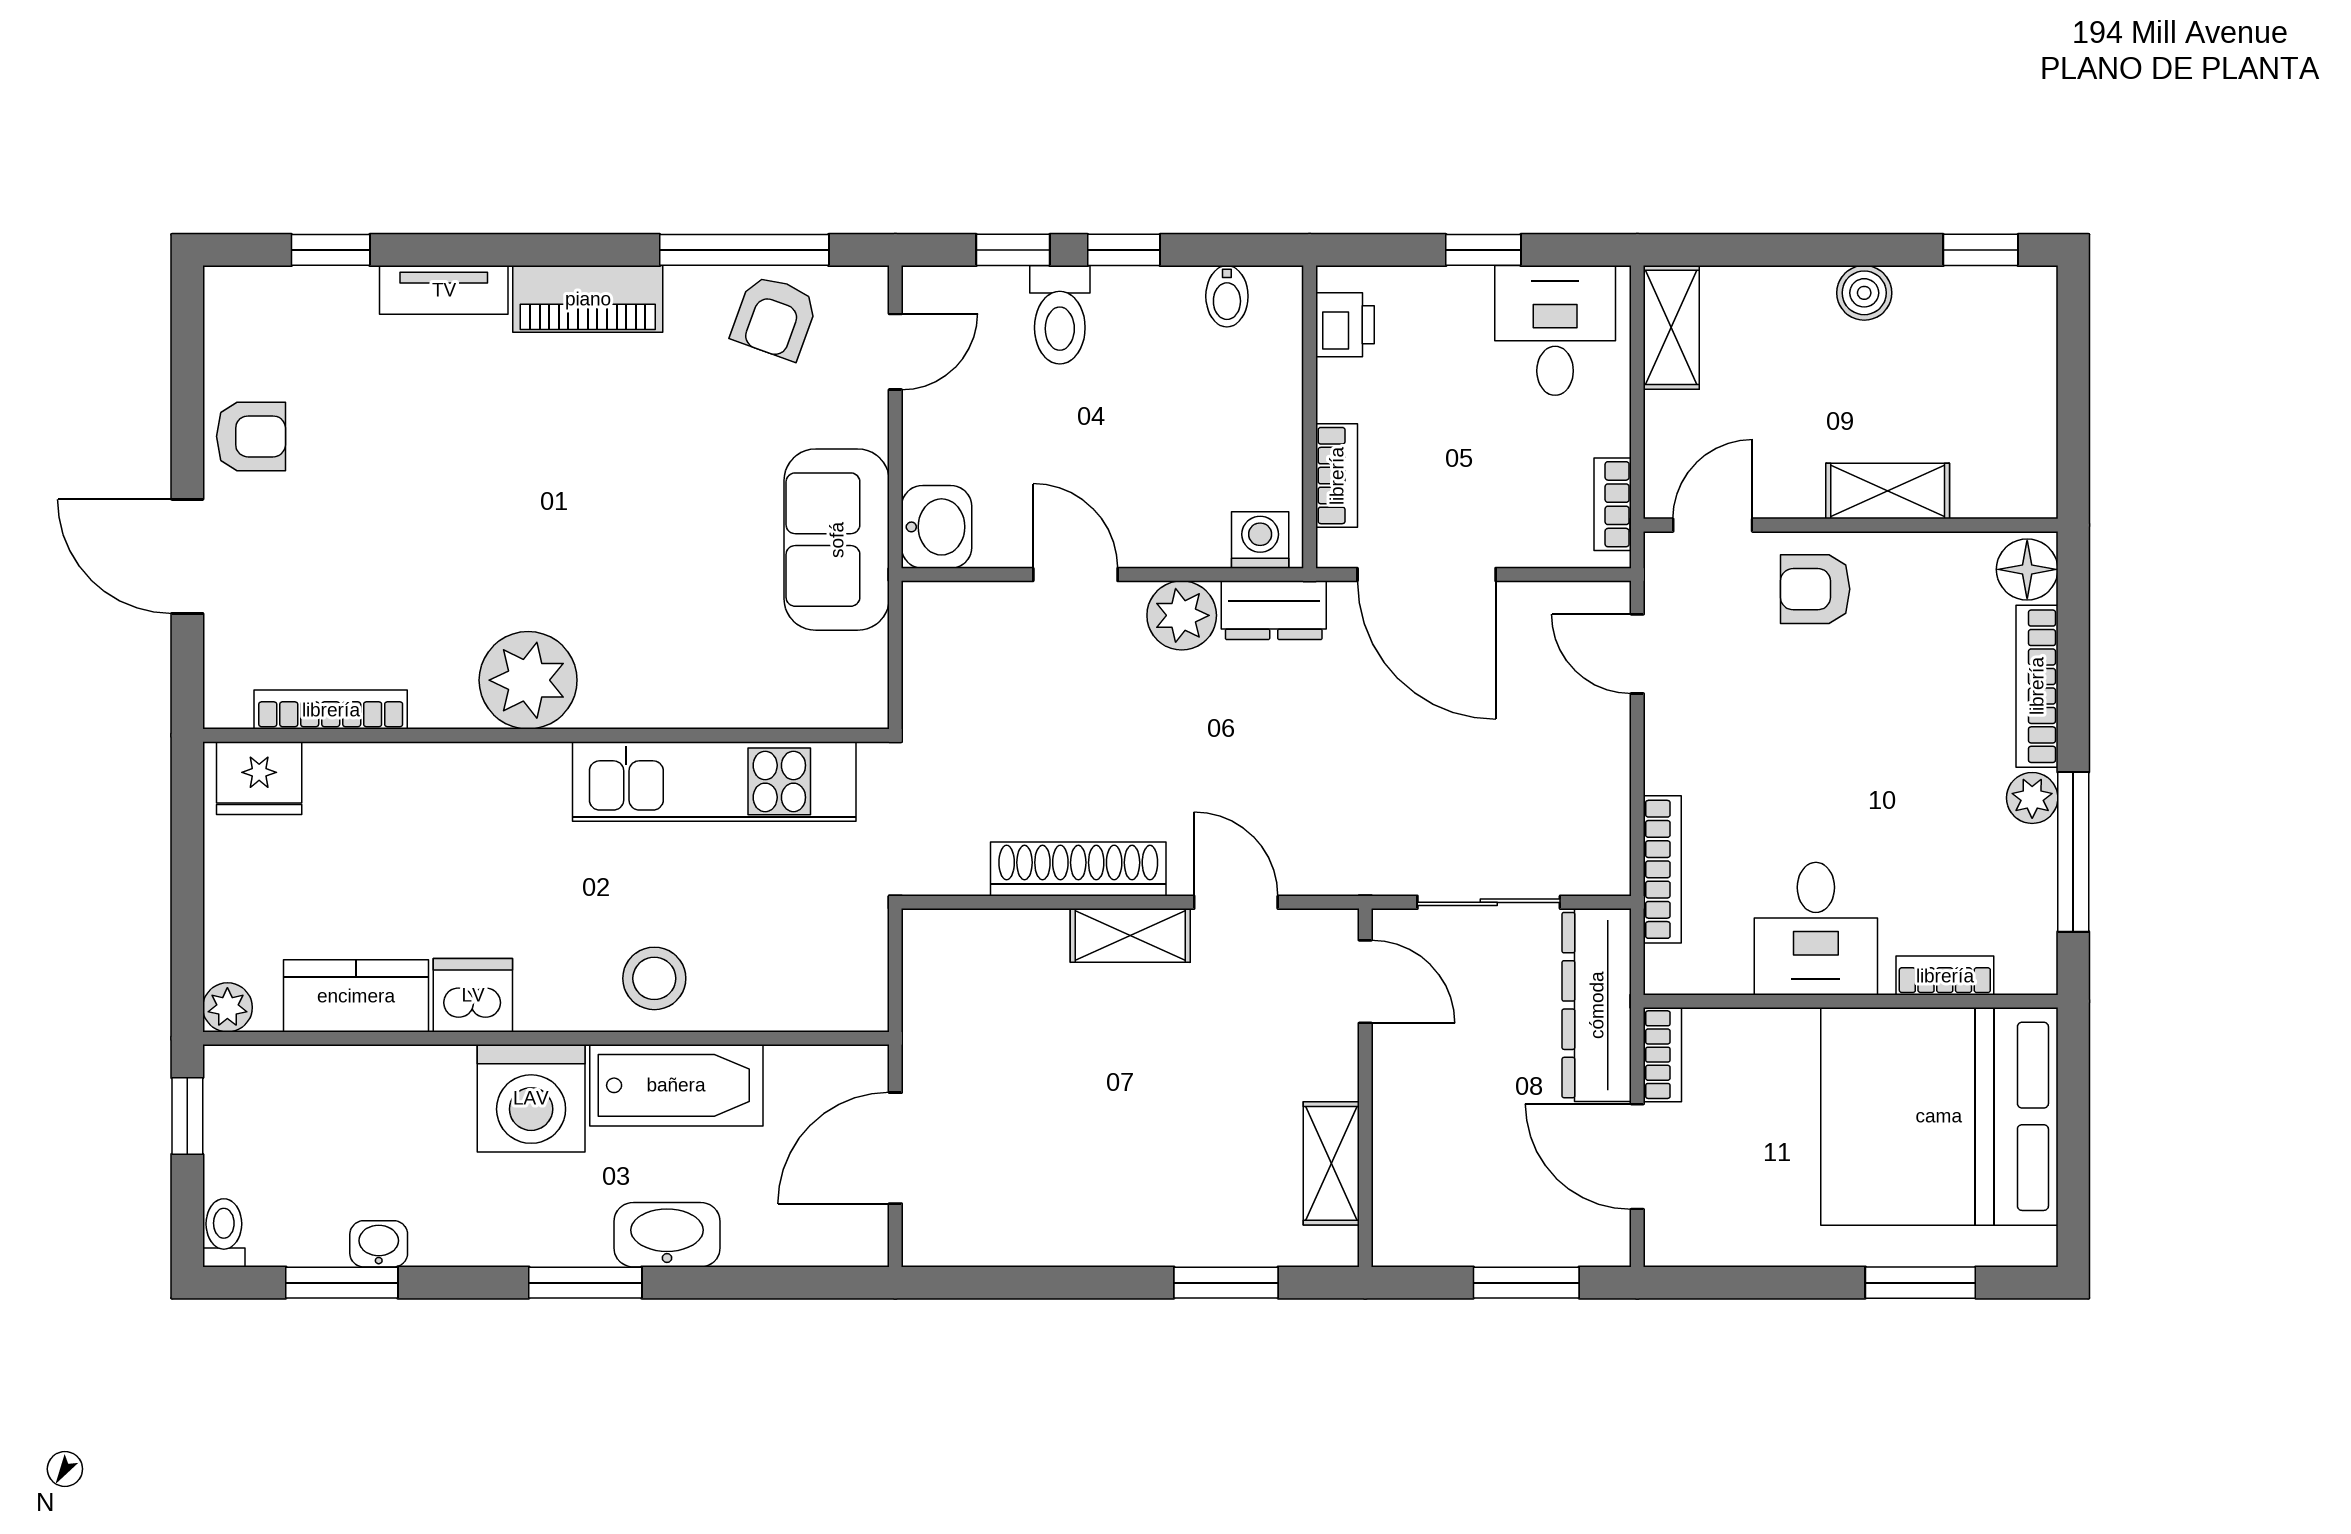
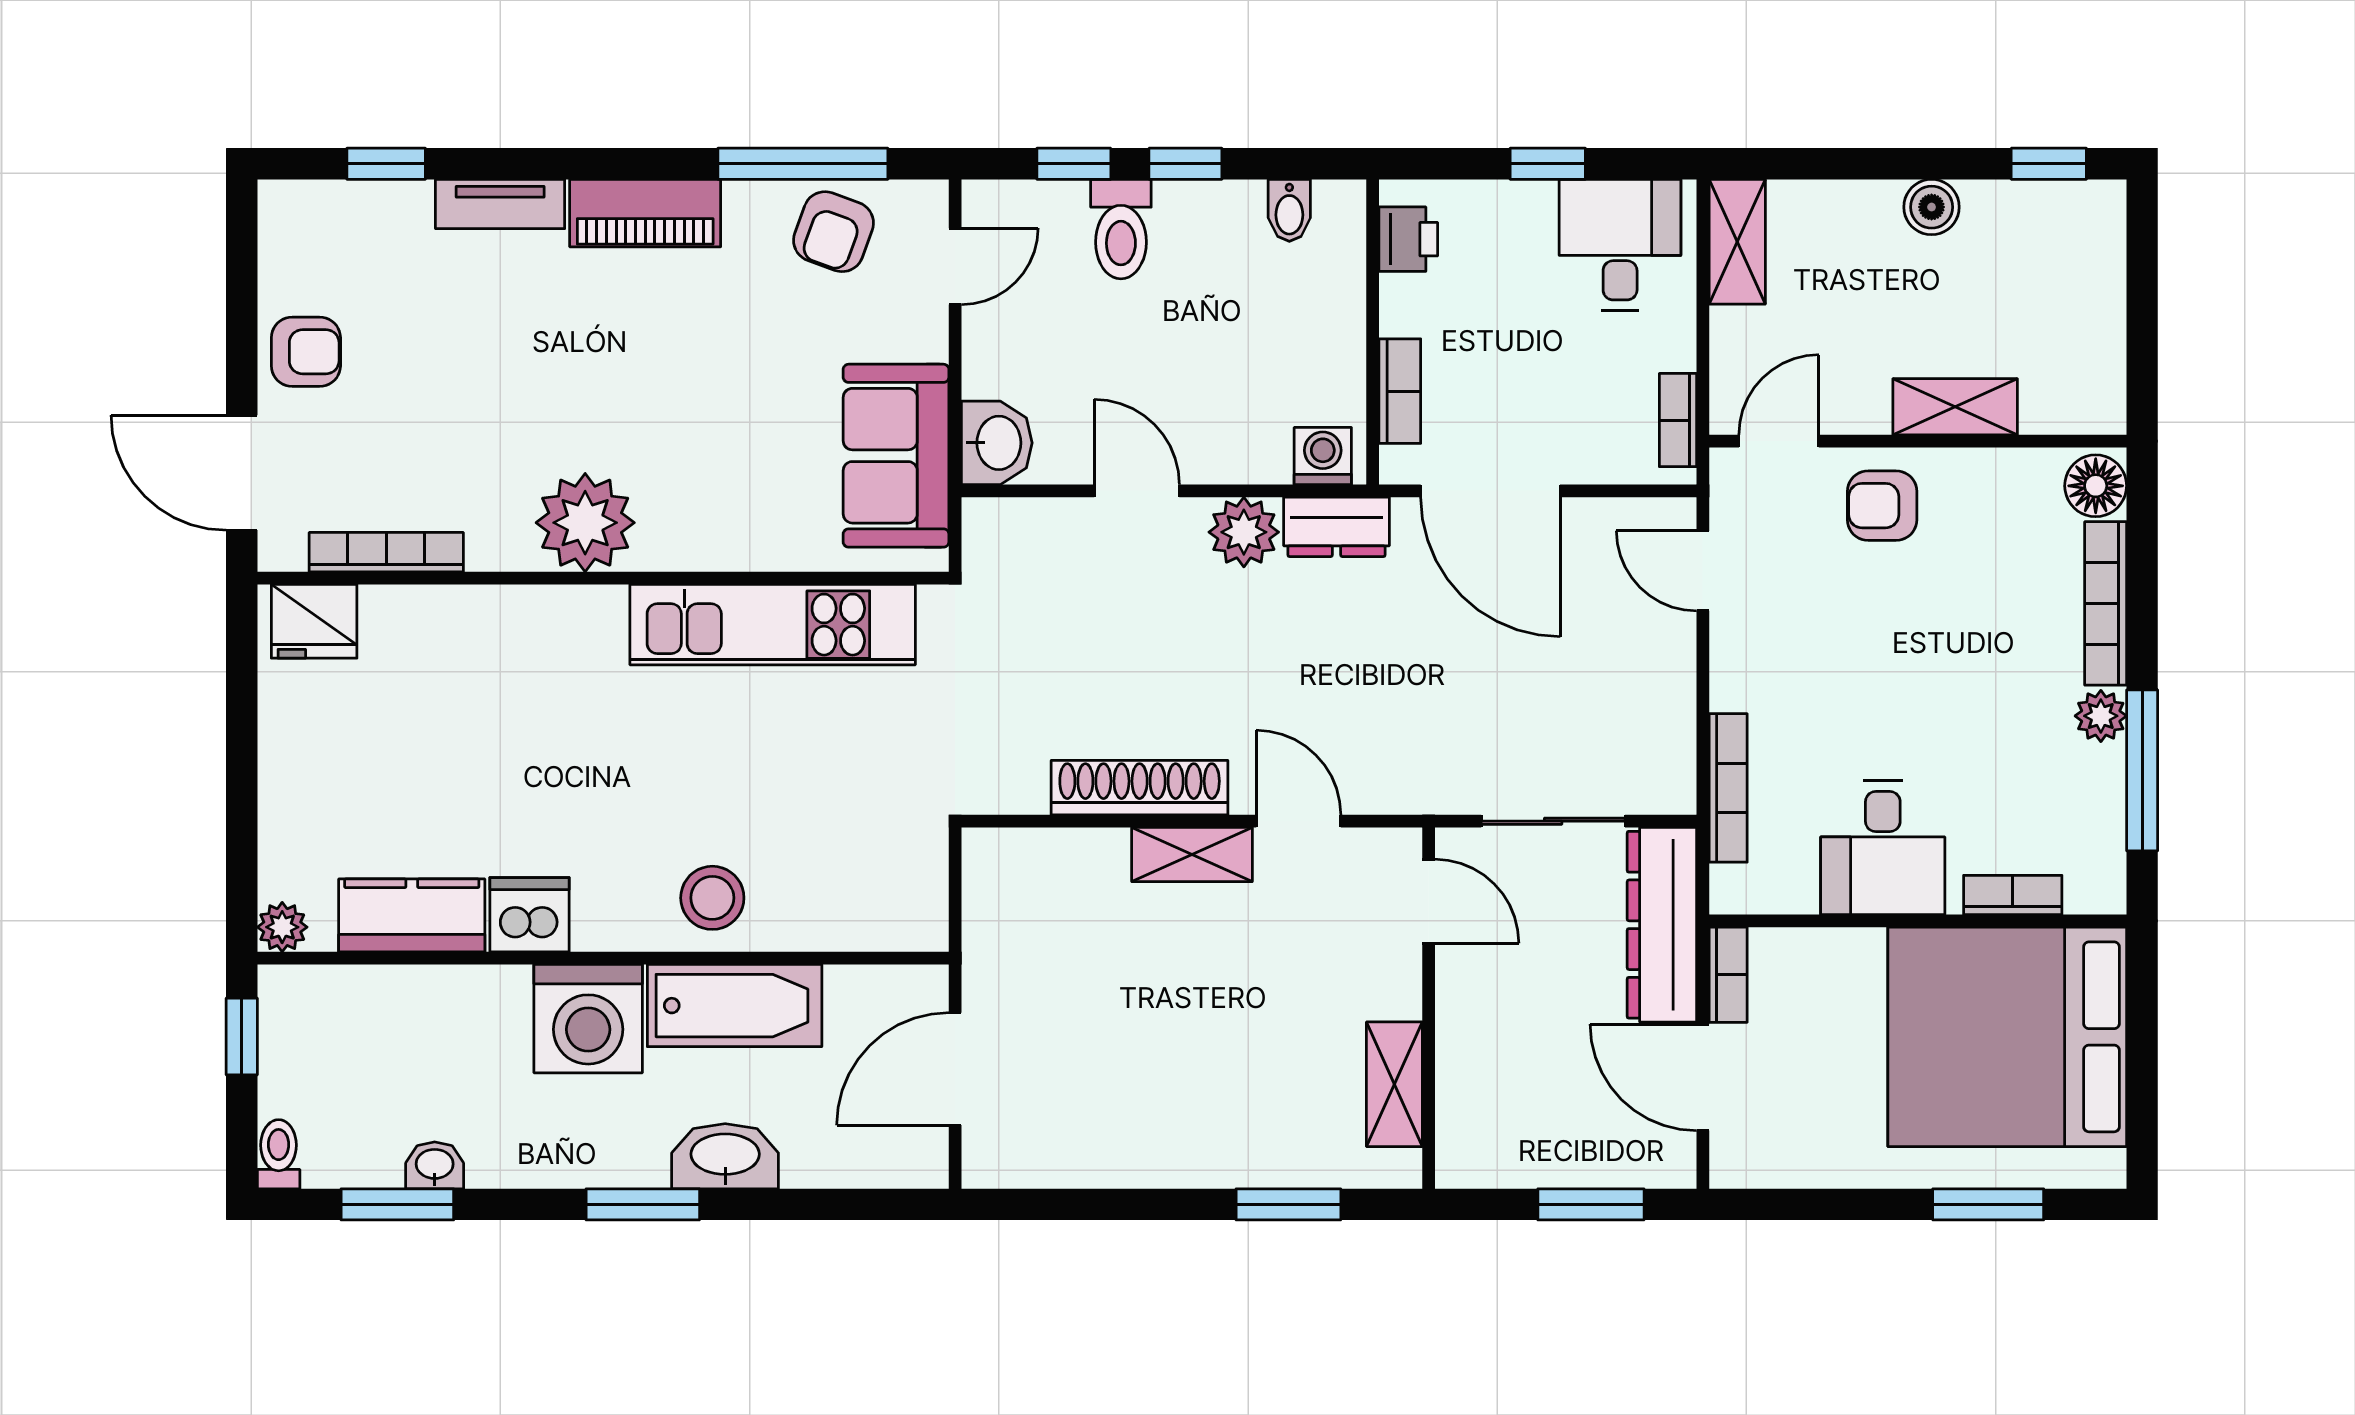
plant: (528, 680) -> (585, 523), moved
bookcase: (331, 710) -> (386, 552), moved
wall: (546, 735) -> (603, 578), moved
fridge: (259, 778) -> (314, 621), moved
kitchen unit: (714, 781) -> (773, 625), moved

